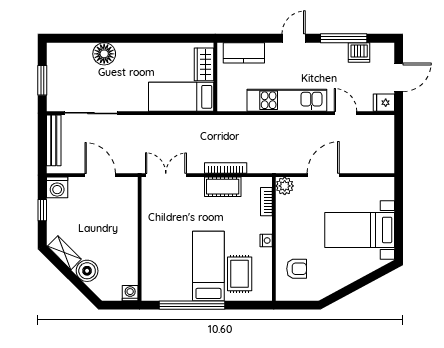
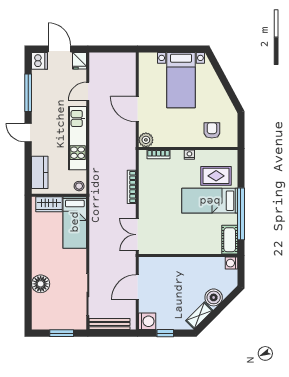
dishwasher: (359, 52) -> (39, 61), moved
stool: (227, 102) -> (79, 186), added
cot: (223, 187) -> (230, 240), moved

